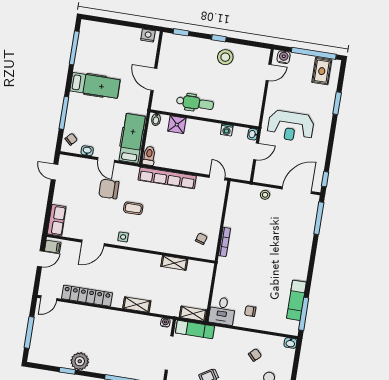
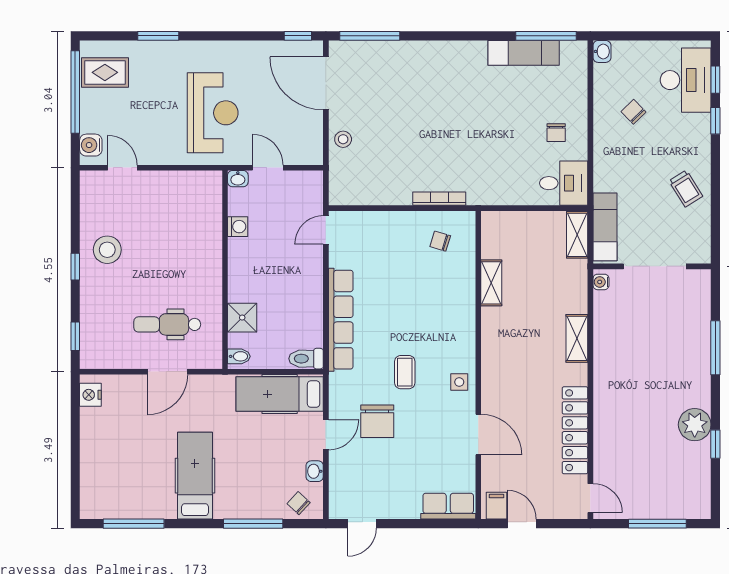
dental chair: (195, 103) -> (167, 324), moved, turned -90

